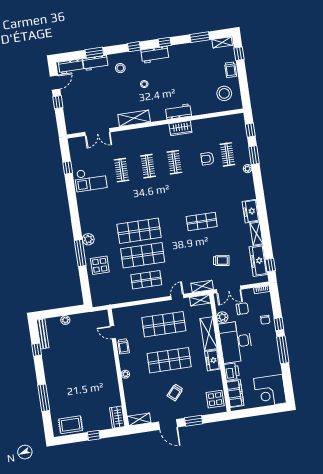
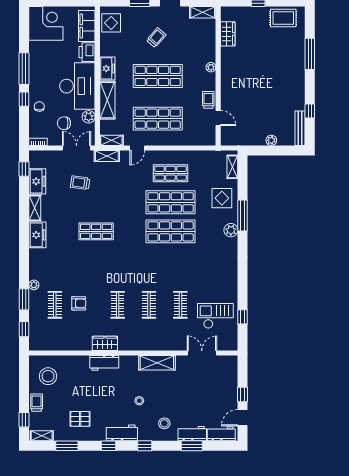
pallet: (192, 61) -> (80, 419), added
checkout: (91, 179) -> (215, 316), moved
freezer: (258, 261) -> (37, 181), width x0.71
shelving: (95, 293) -> (232, 167), added
wardrobe: (117, 417) -> (228, 34), moved

